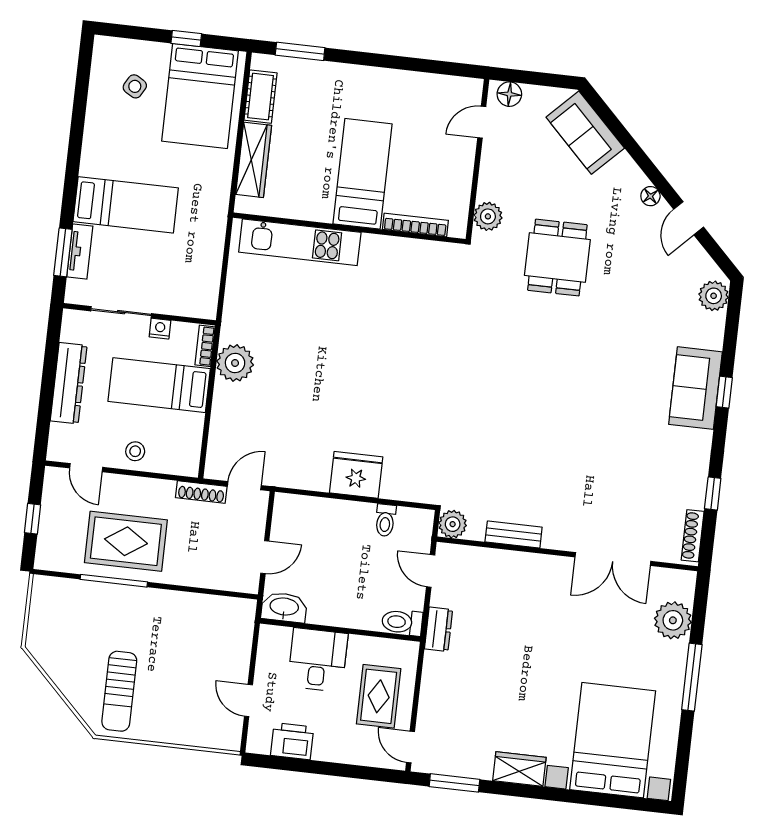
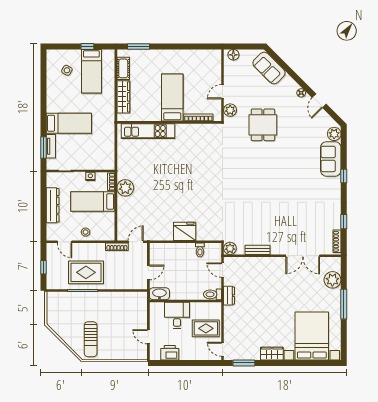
bed: (200, 96) -> (91, 71), width x0.67
door: (482, 122) -> (223, 92), moved
sofa: (695, 388) -> (331, 159), moved
rug: (379, 696) -> (206, 328), turned 90

